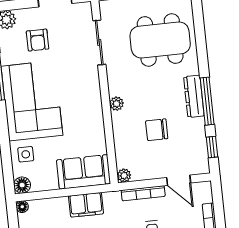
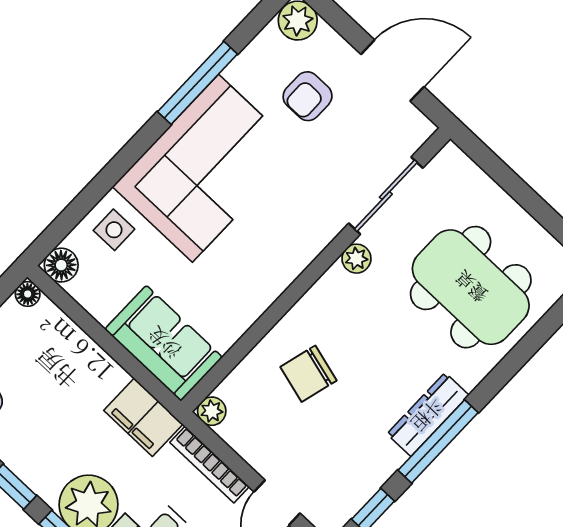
plant: (117, 104) -> (356, 259), moved
chair: (157, 130) -> (308, 374), moved, turned -75
filing cabinet: (86, 205) -> (143, 417), moved

